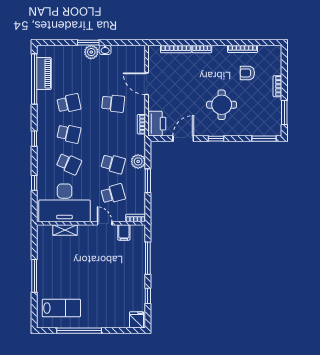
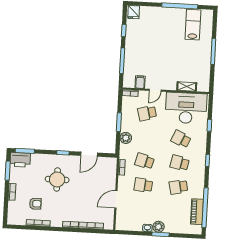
door: (147, 84) -> (116, 199), swing flipped
printer: (157, 124) -> (20, 160), moved, turned -90
school desk: (113, 164) -> (145, 161), moved
door: (105, 223) -> (155, 90), hinge flipped
lab bench: (61, 308) -> (193, 25), turned 90

